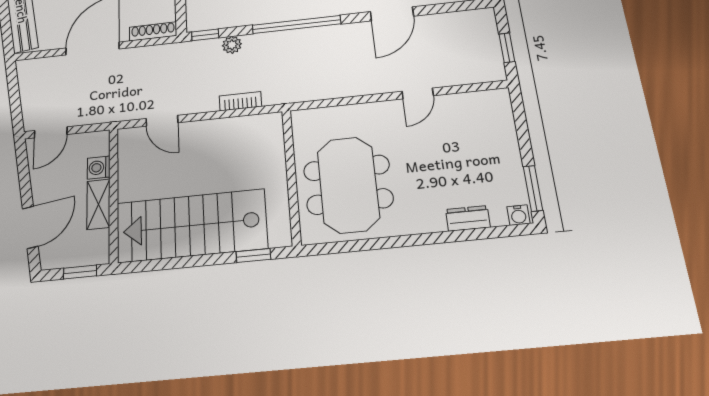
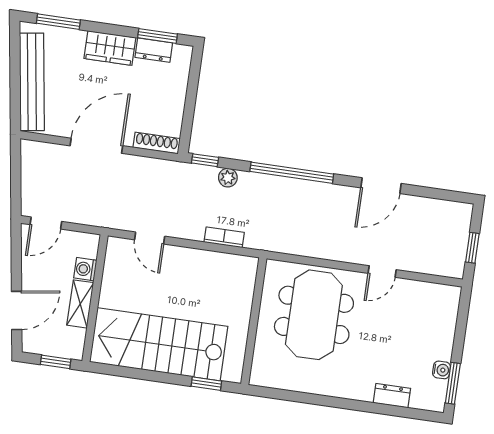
meeting table: (348, 185) -> (314, 315), moved
water cooler: (518, 215) -> (441, 370), moved, turned -90

